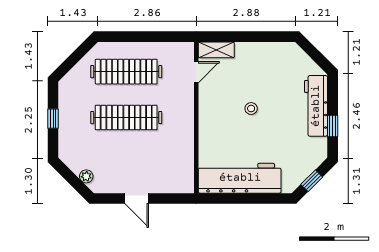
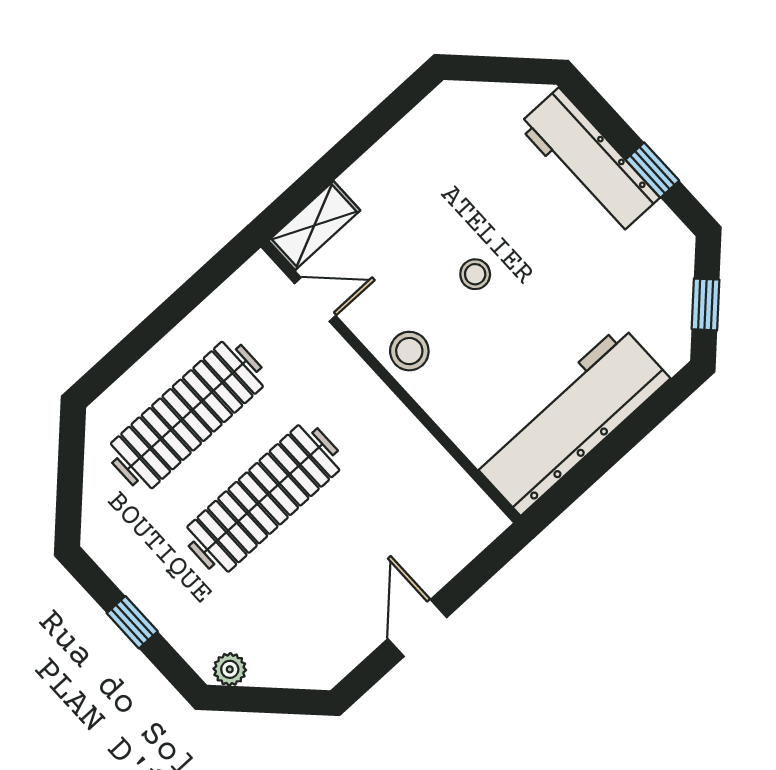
door: (196, 72) -> (315, 299), hinge flipped
stool: (210, 113) -> (409, 351), added
plant: (86, 176) -> (230, 669), moved
door: (137, 198) -> (417, 628), swing flipped

